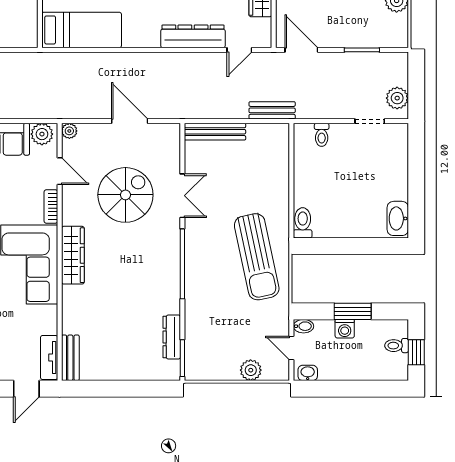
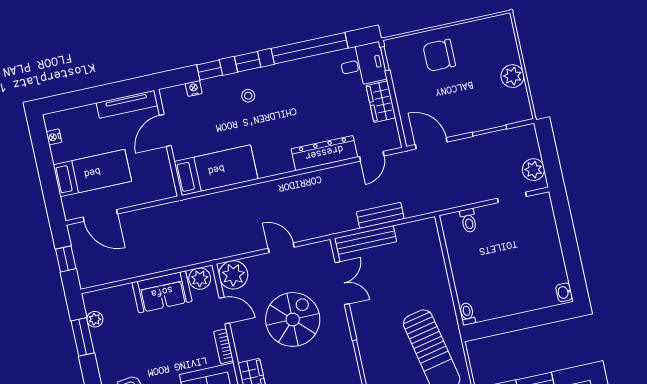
bench: (272, 110) -> (380, 215), moved
door: (130, 121) -> (281, 248), width x0.73
plant: (69, 131) -> (233, 275), width x1.87, depth x1.87
double door: (182, 196) -> (342, 283), moved
washbasin: (398, 218) -> (564, 292), width x0.52, depth x0.69
toilet: (303, 223) -> (467, 314), width x0.73, depth x0.72

